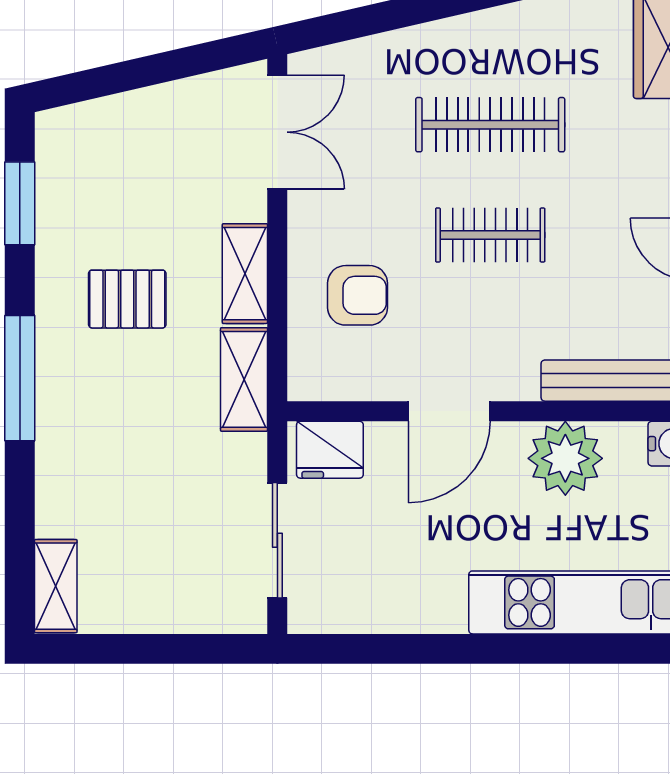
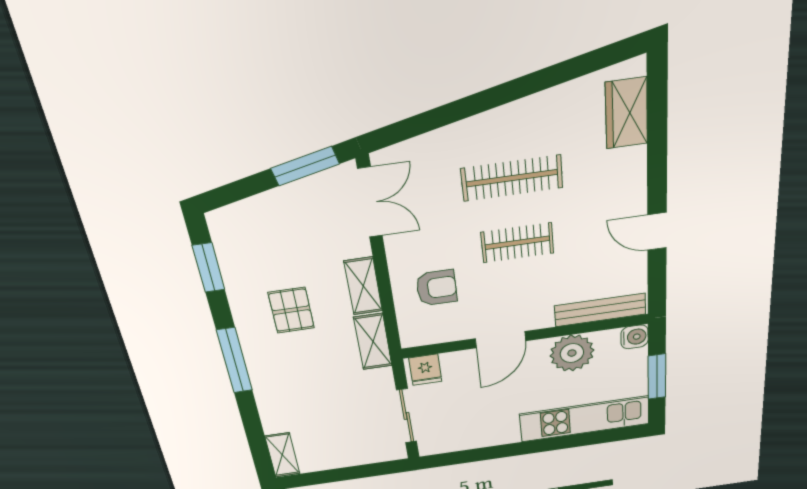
window: (194, 60) -> (305, 166), added
pallet: (127, 299) -> (291, 310), turned 90
fridge: (330, 450) -> (425, 370), width x0.72

